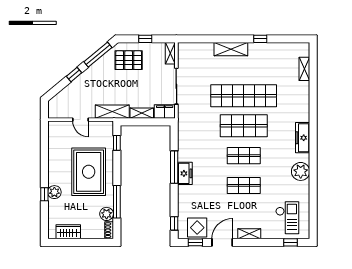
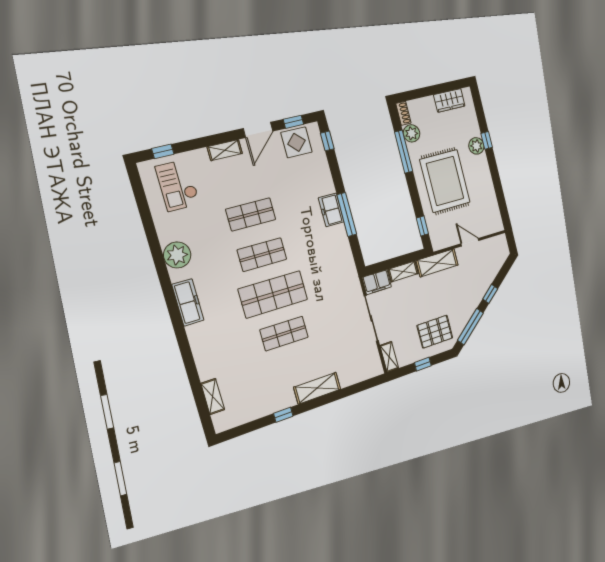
shop shelf: (244, 96) -> (284, 334), width x0.50, depth x0.74

